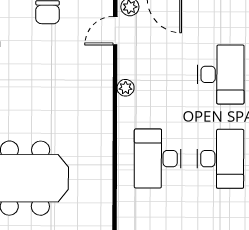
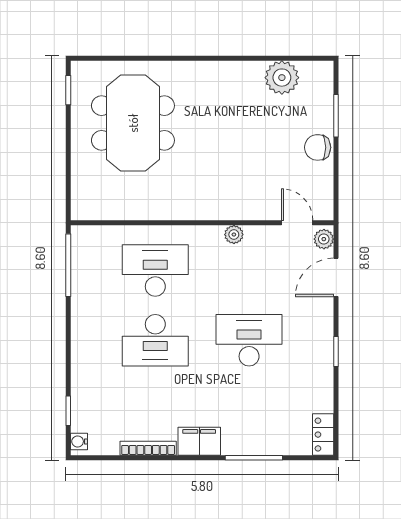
desk: (221, 74) -> (249, 340), turned 180

